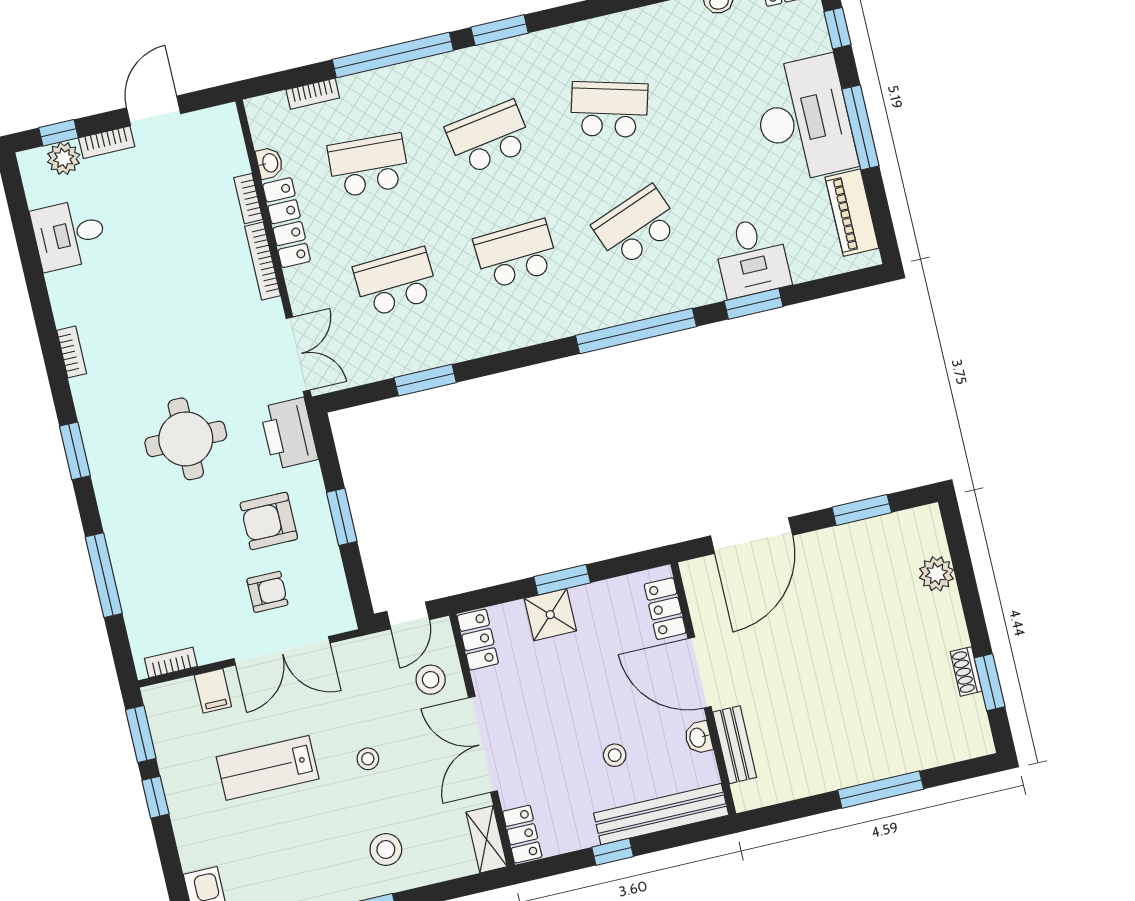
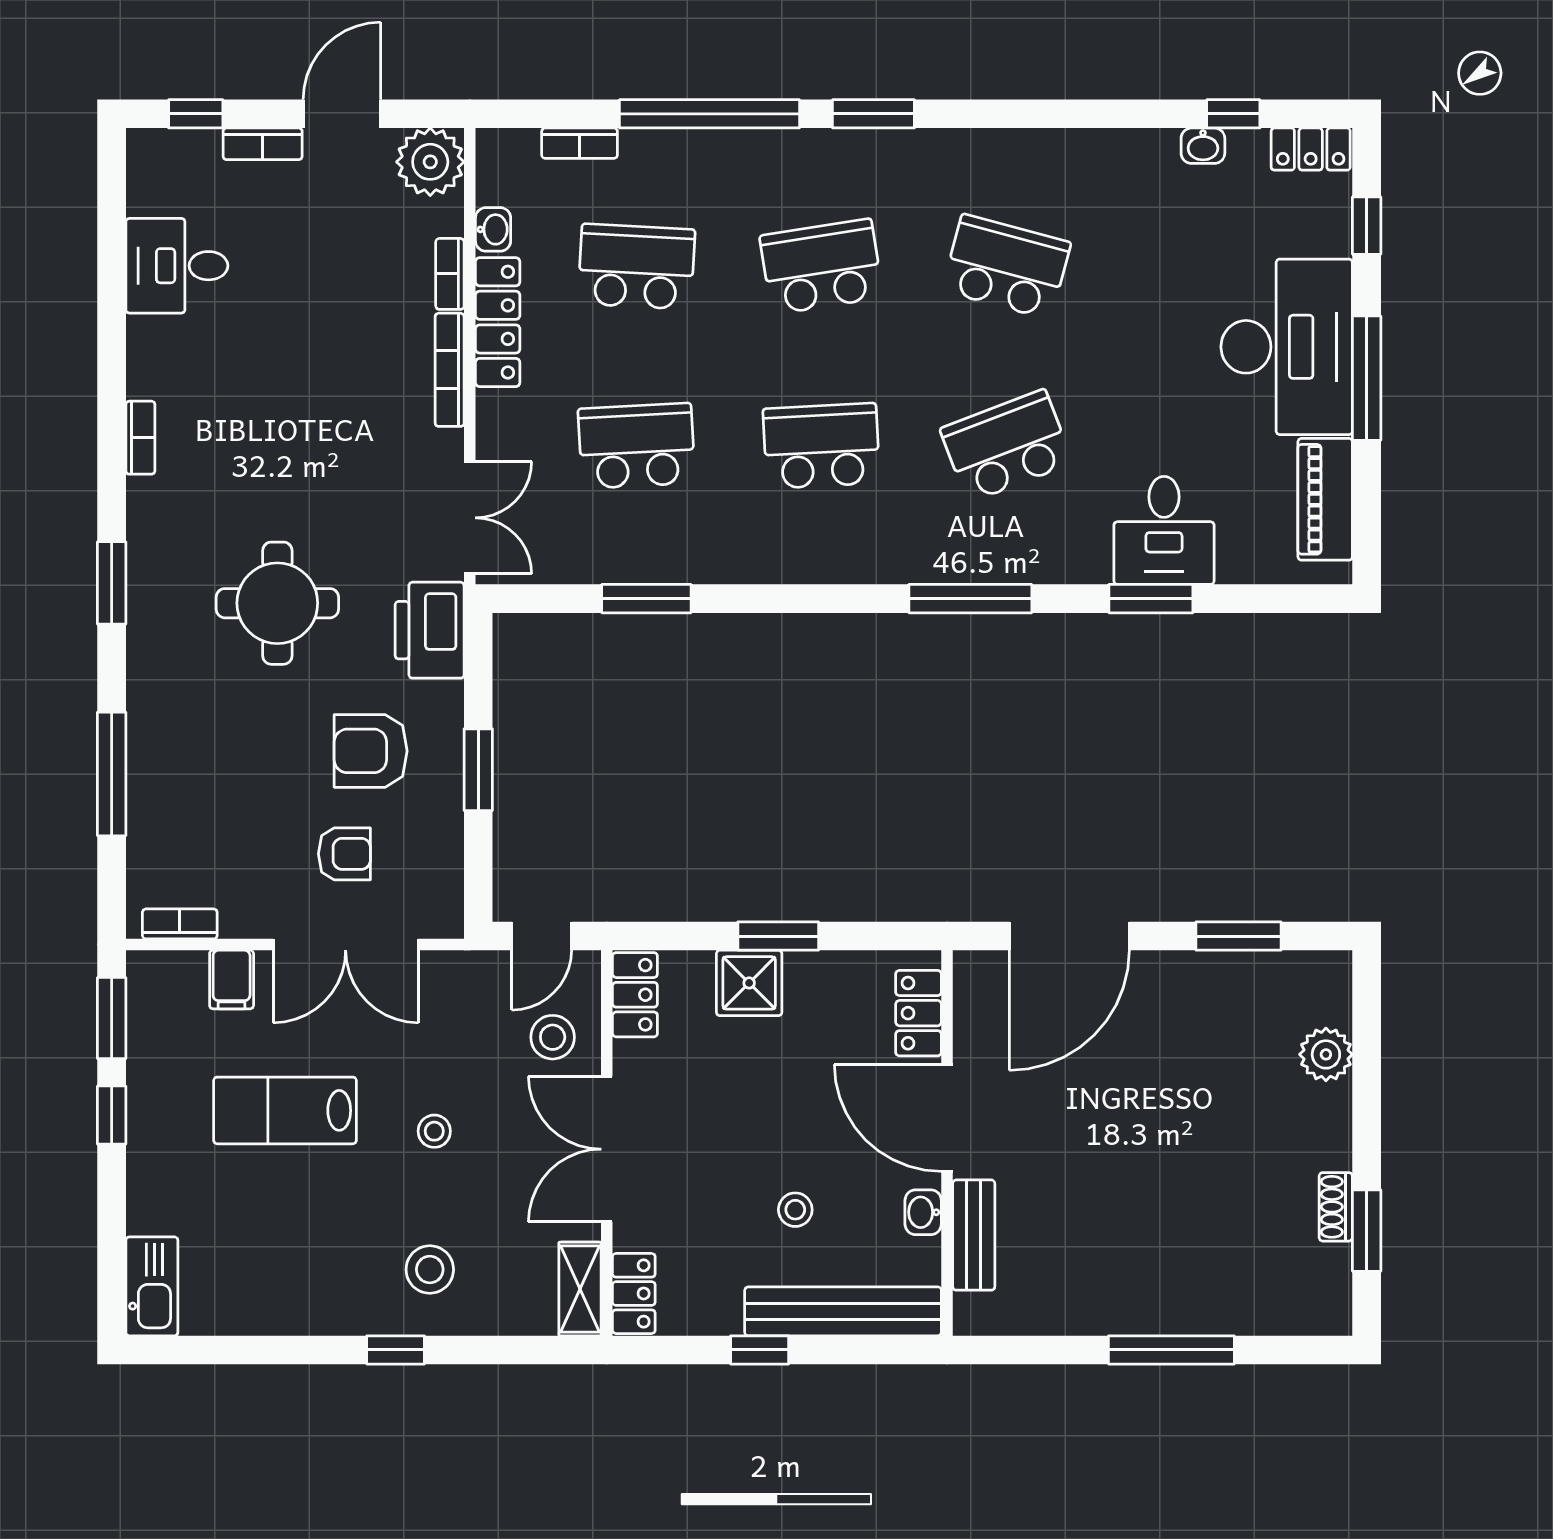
plant: (64, 158) -> (430, 162), moved, width x1.36, depth x1.36
window: (636, 331) -> (970, 599), width x0.68

